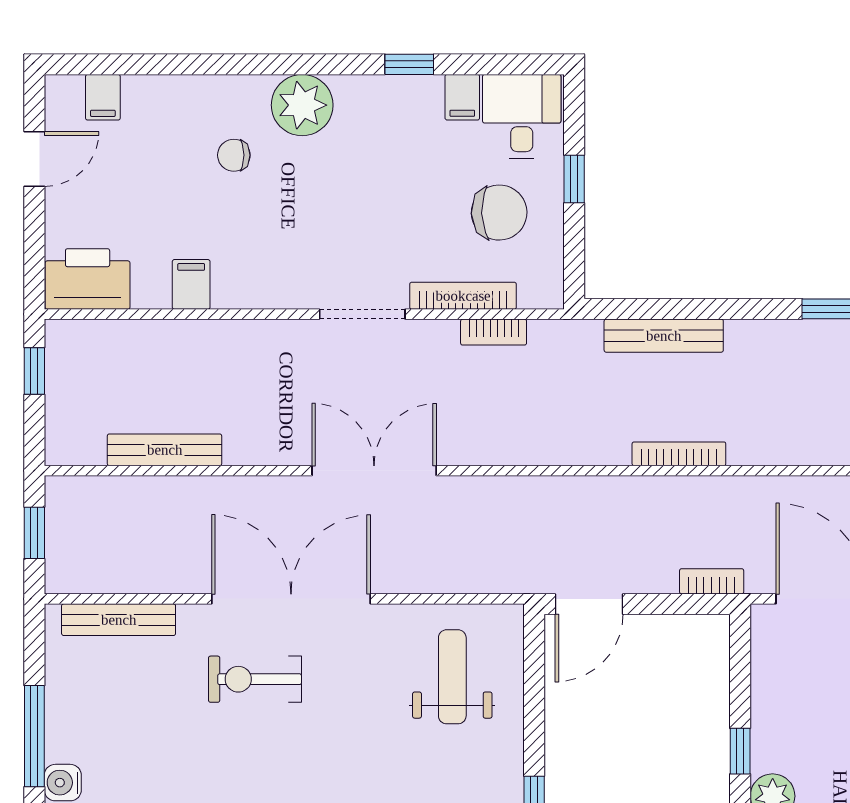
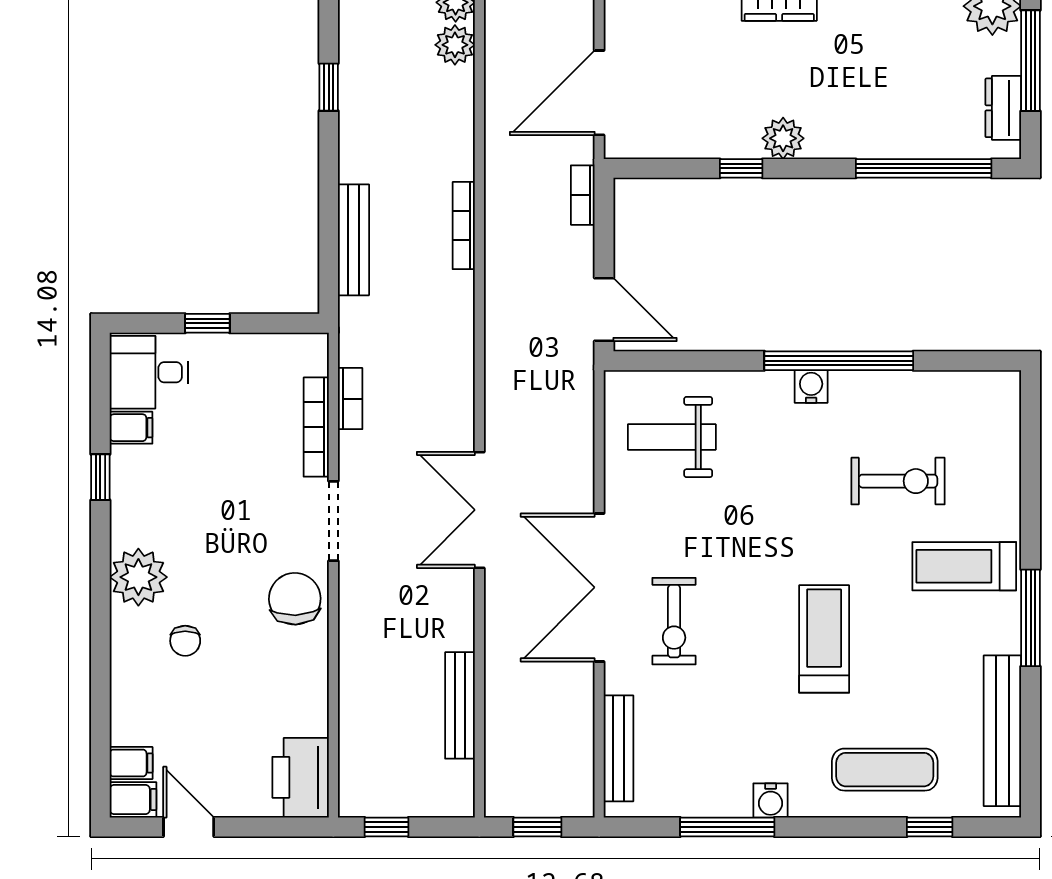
chair: (499, 213) -> (295, 599), moved
filing cabinet: (191, 284) -> (133, 800), moved, turned 180

